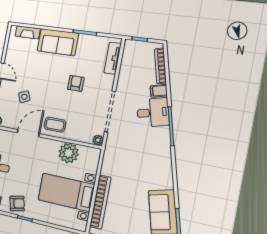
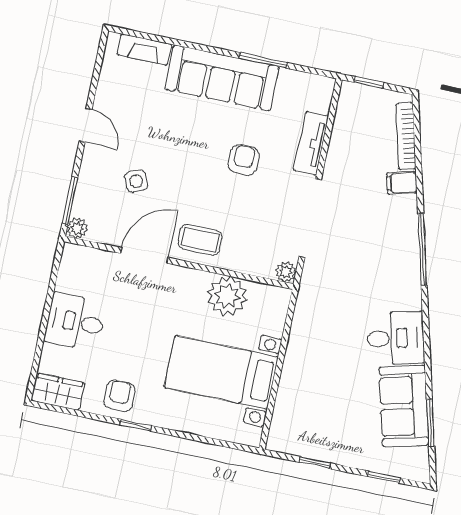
sofa: (58, 42) -> (222, 78), width x1.36
tv unit: (113, 58) -> (311, 143), moved
desk: (153, 112) -> (396, 338), moved
bookcase: (100, 202) -> (289, 390), removed
armchair: (17, 203) -> (119, 396), turned -77

